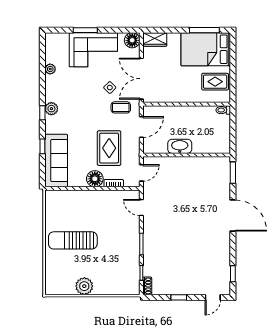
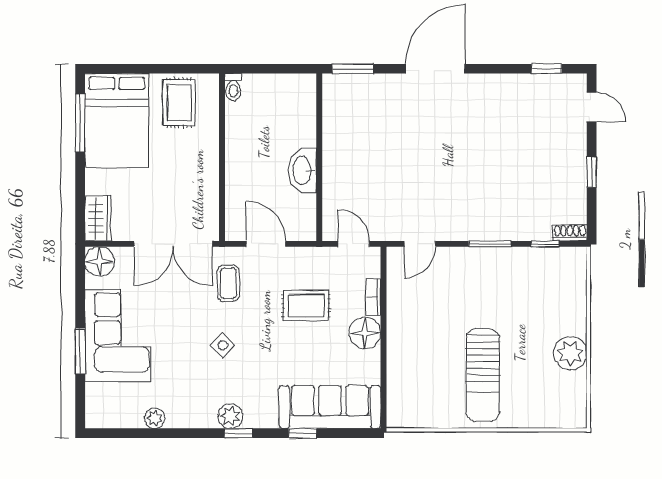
side table: (110, 88) -> (223, 345), moved
rug: (109, 148) -> (306, 306), width x0.73, depth x0.70

